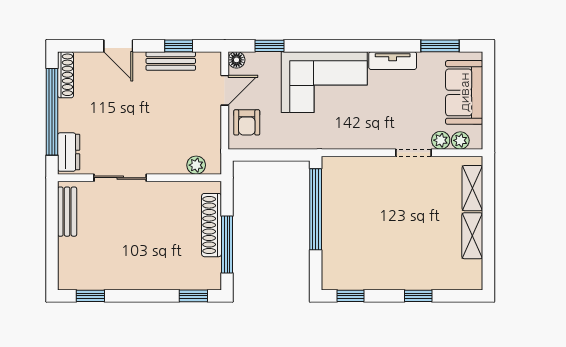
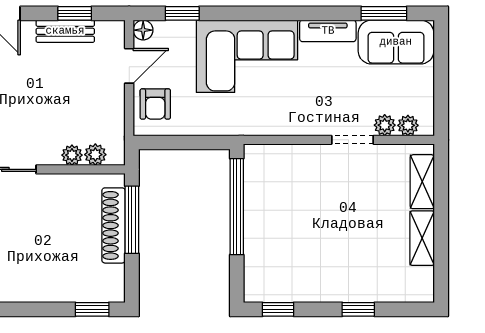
sofa: (464, 92) -> (396, 42), moved, turned -90
plant: (176, 166) -> (72, 155), added
window: (227, 244) -> (132, 220), moved

